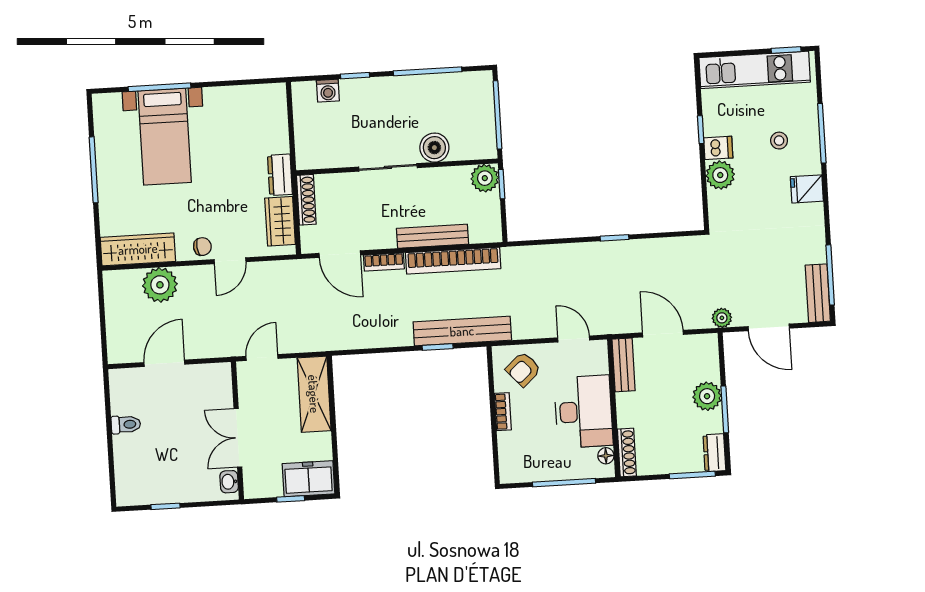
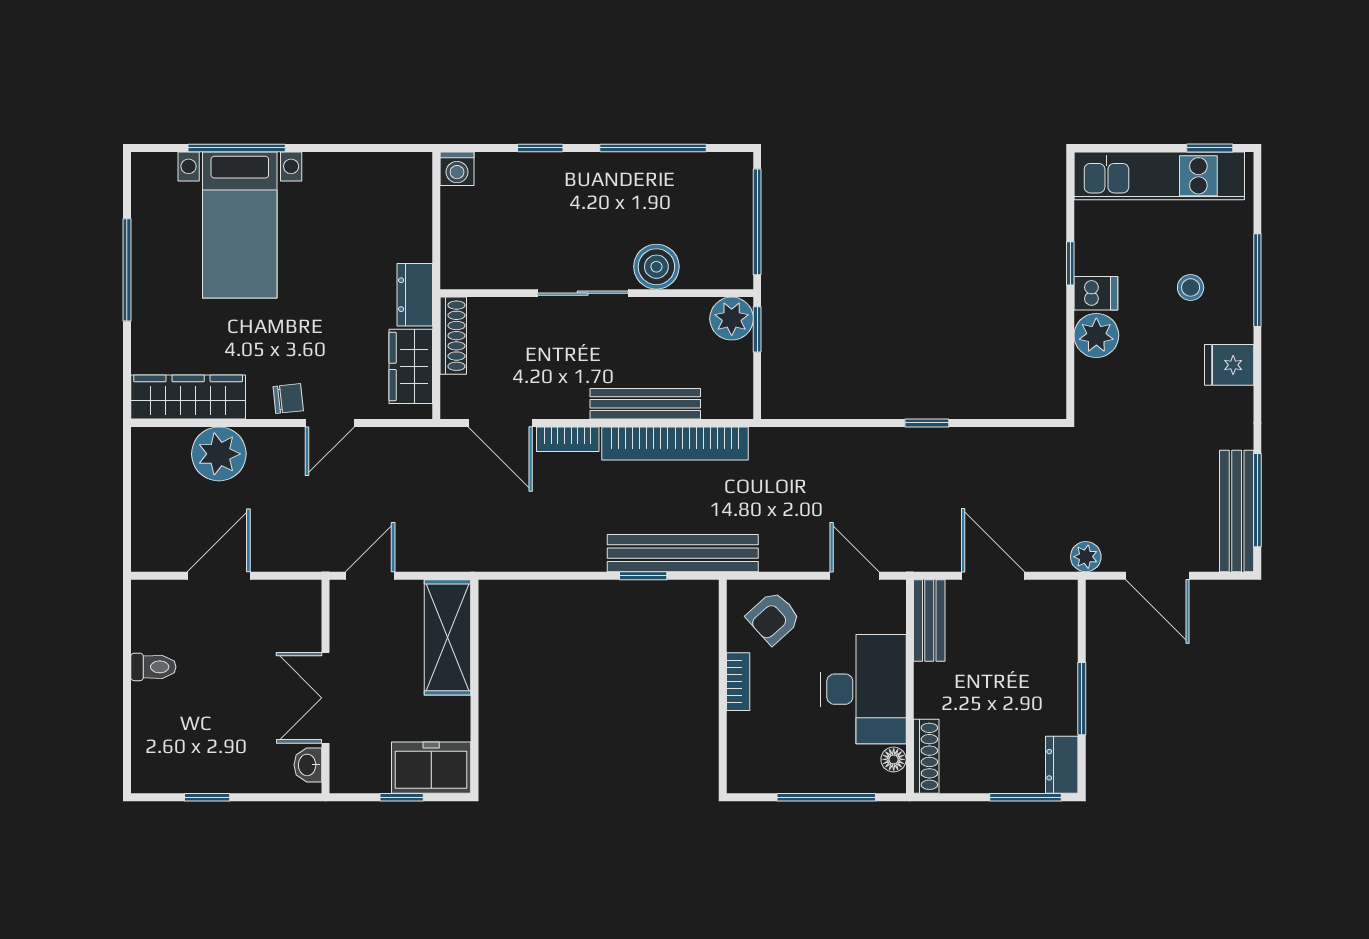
washing machine: (328, 91) -> (457, 169), moved
bench: (818, 293) -> (1237, 511), width x1.36
plant: (707, 396) -> (1056, 677), removed

